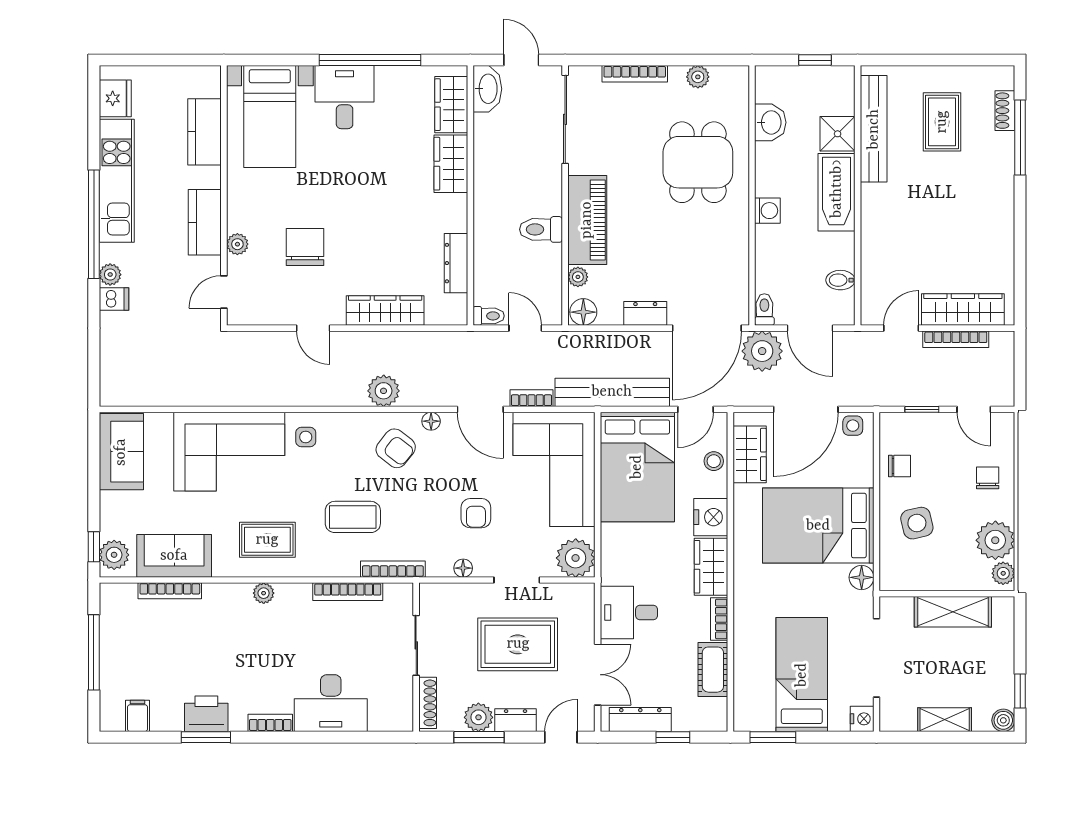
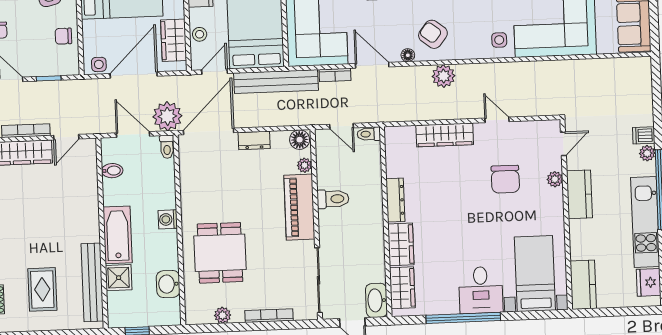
kitchen counter: (205, 132) -> (583, 285), moved
dresser: (456, 263) -> (395, 200), moved

